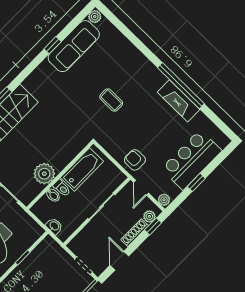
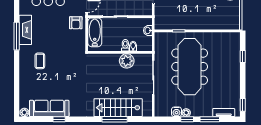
window: (181, 86) -> (17, 36), width x0.68
coffee table: (111, 100) -> (40, 61), moved
bathtub: (82, 169) -> (95, 32), moved, turned 90

